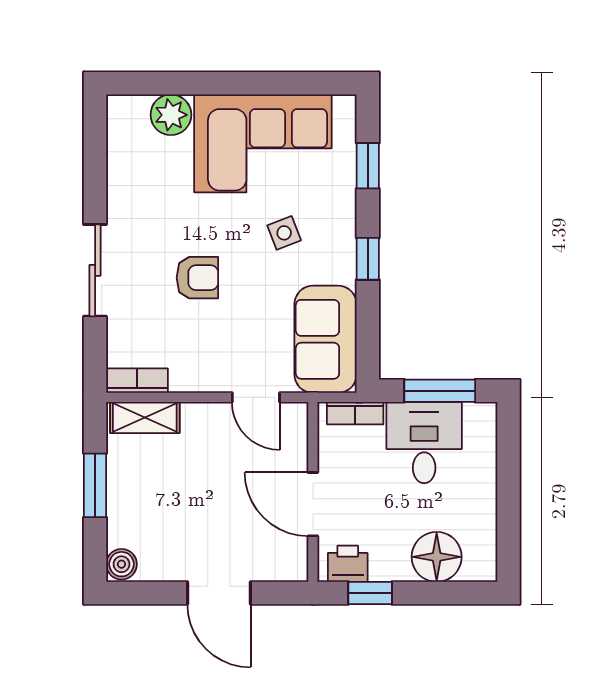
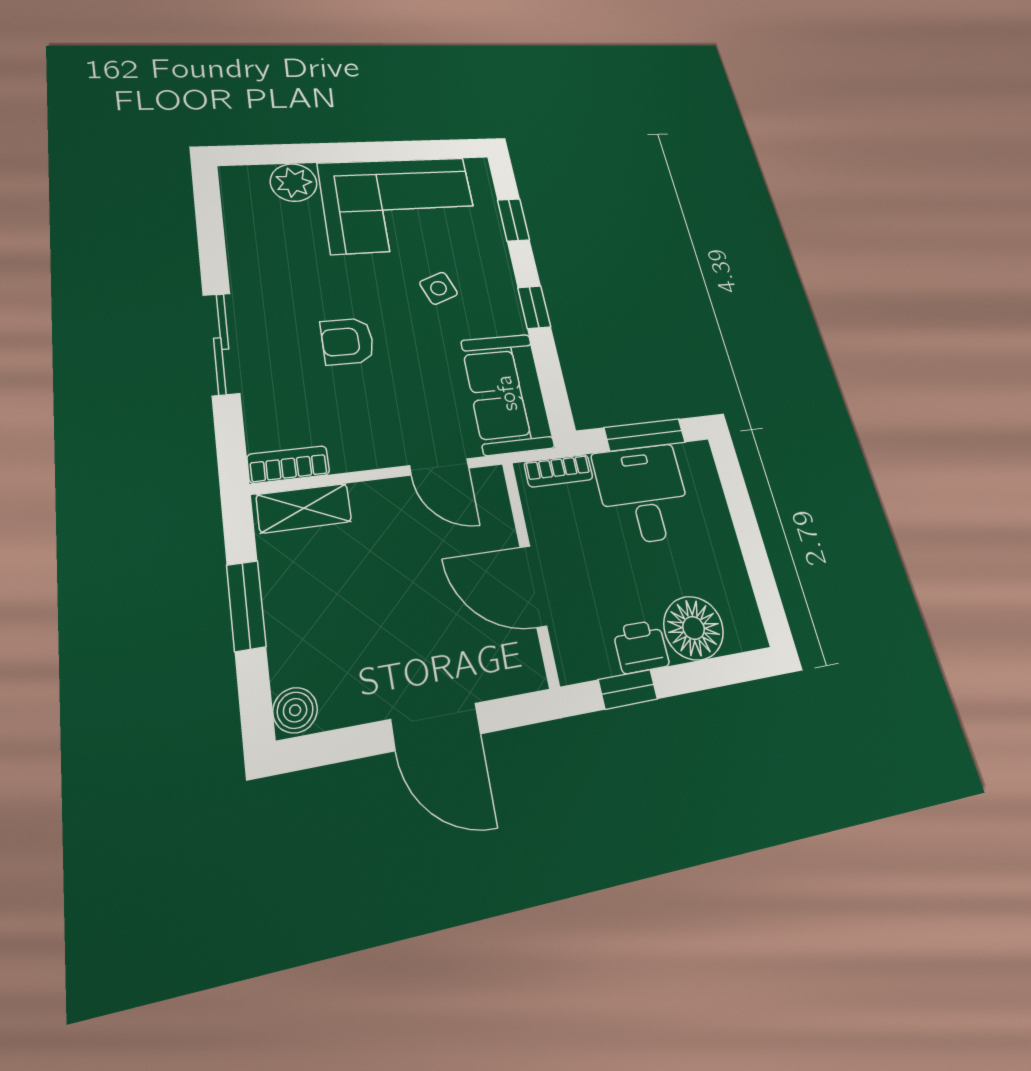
armchair: (197, 278) -> (348, 341), turned 180
printer: (348, 564) -> (641, 647), moved

